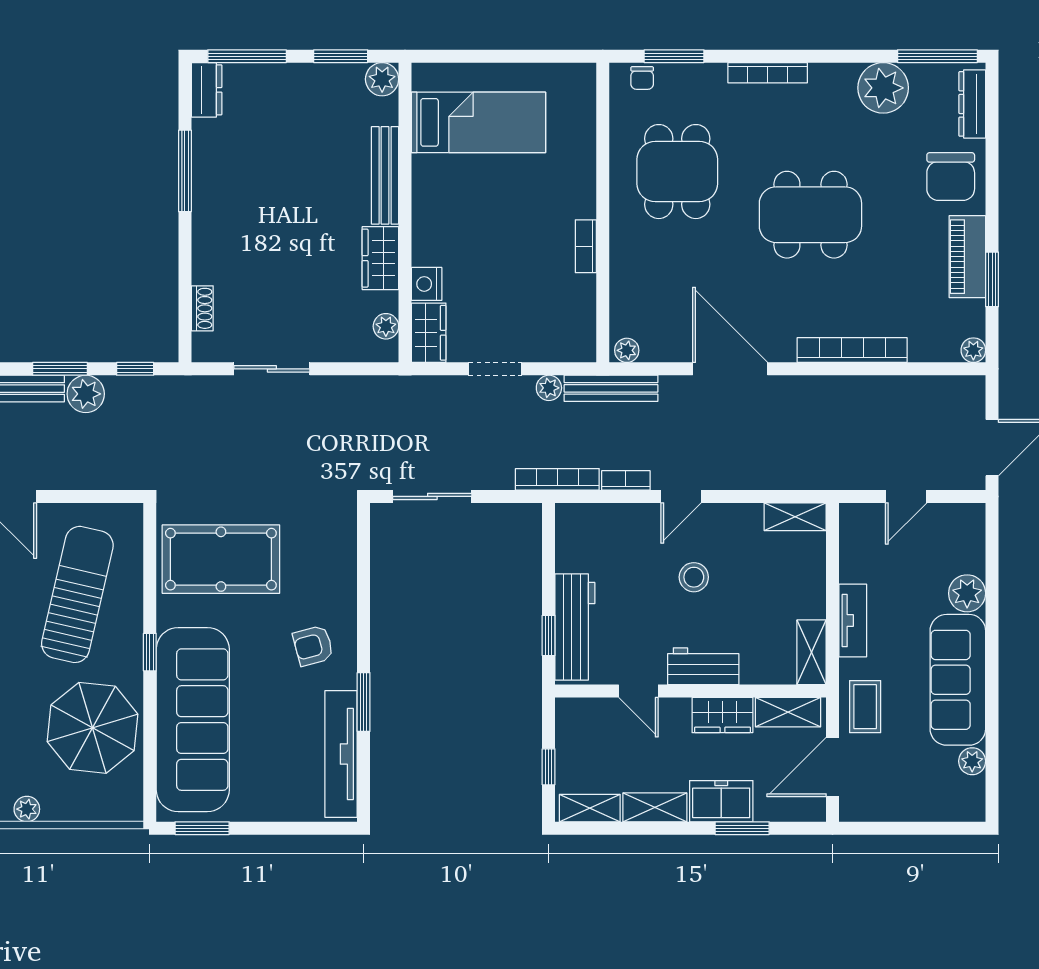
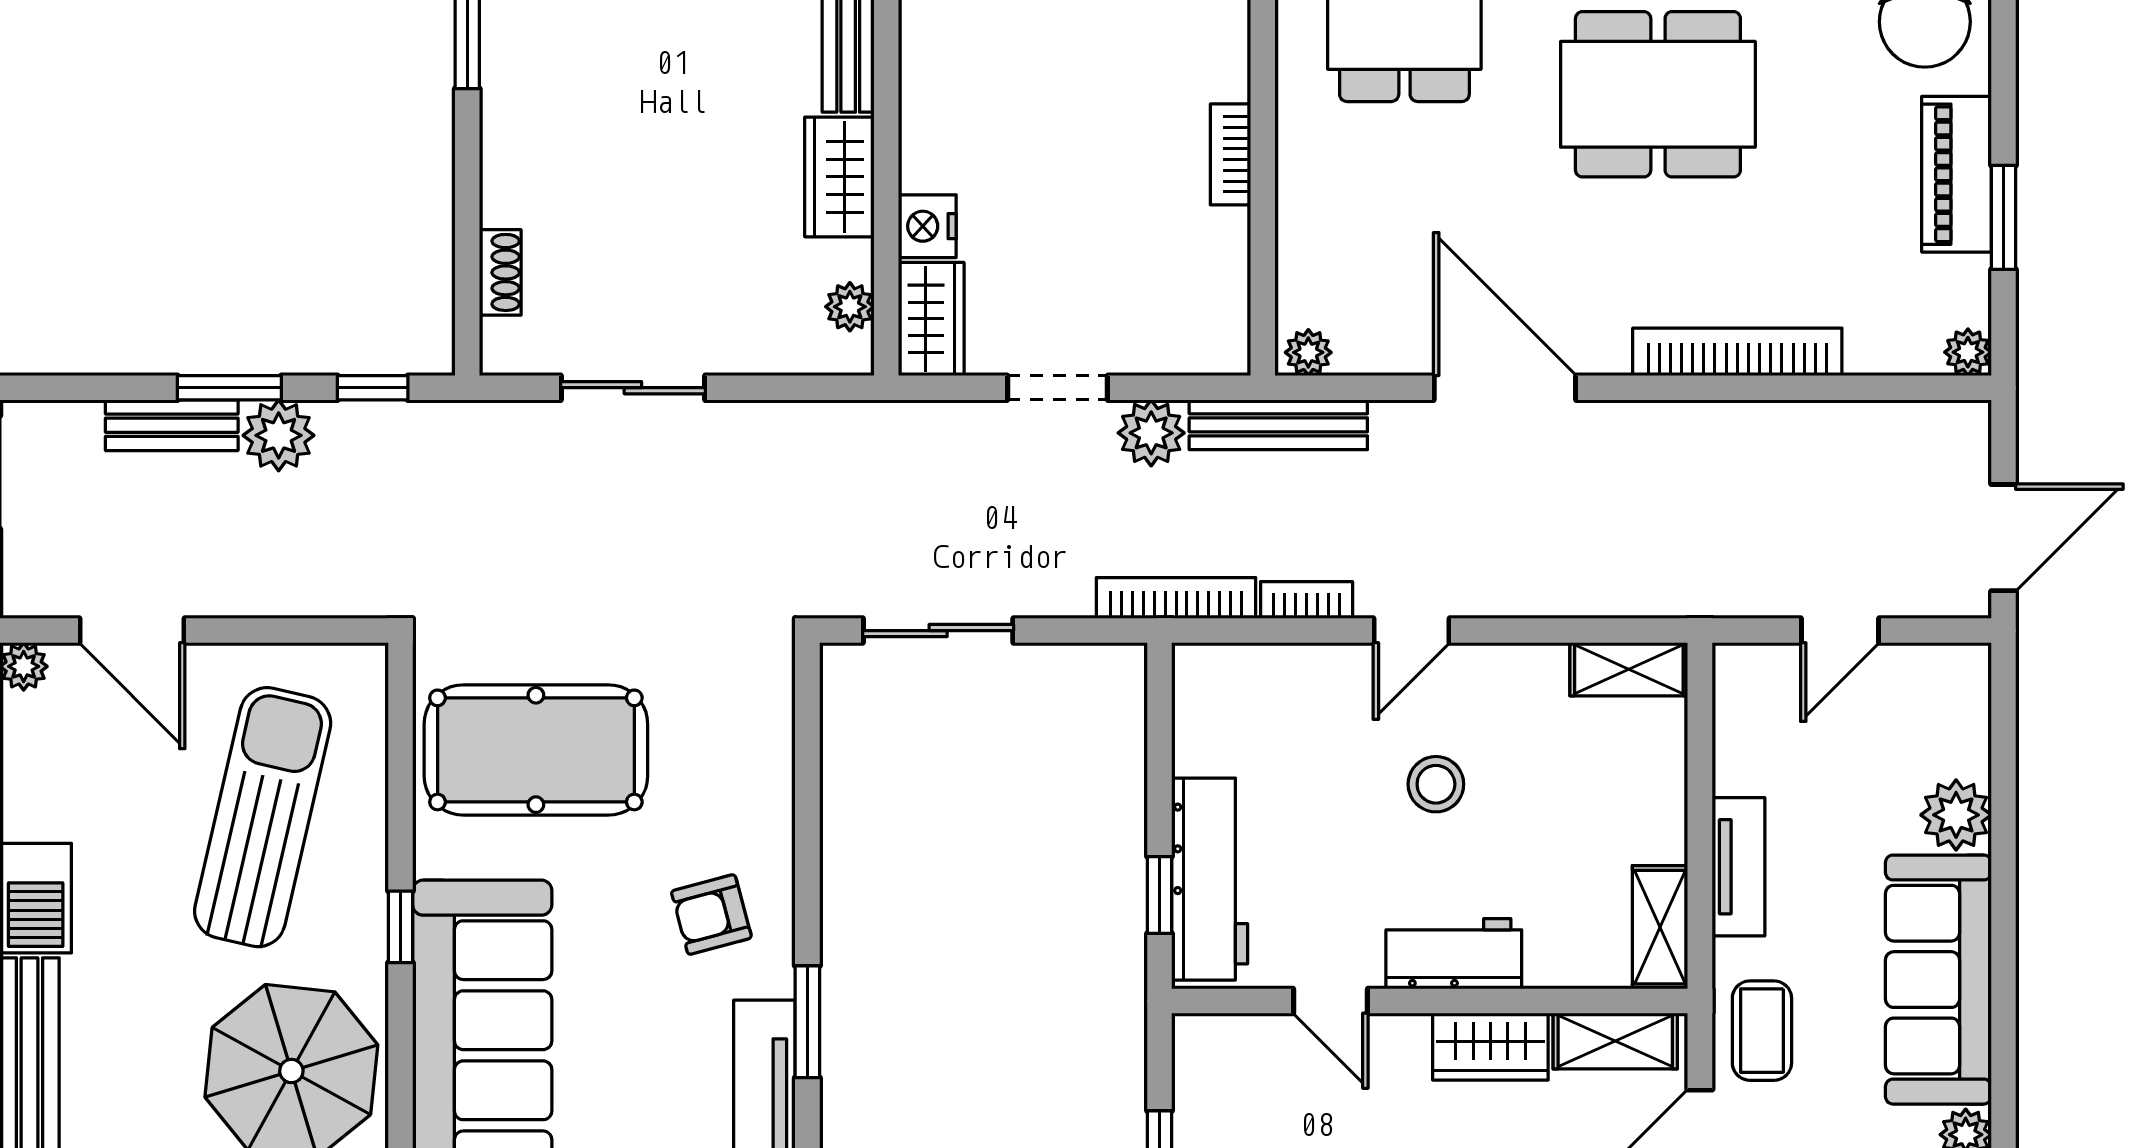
plant: (549, 388) -> (1151, 433), width x1.38, depth x1.38

